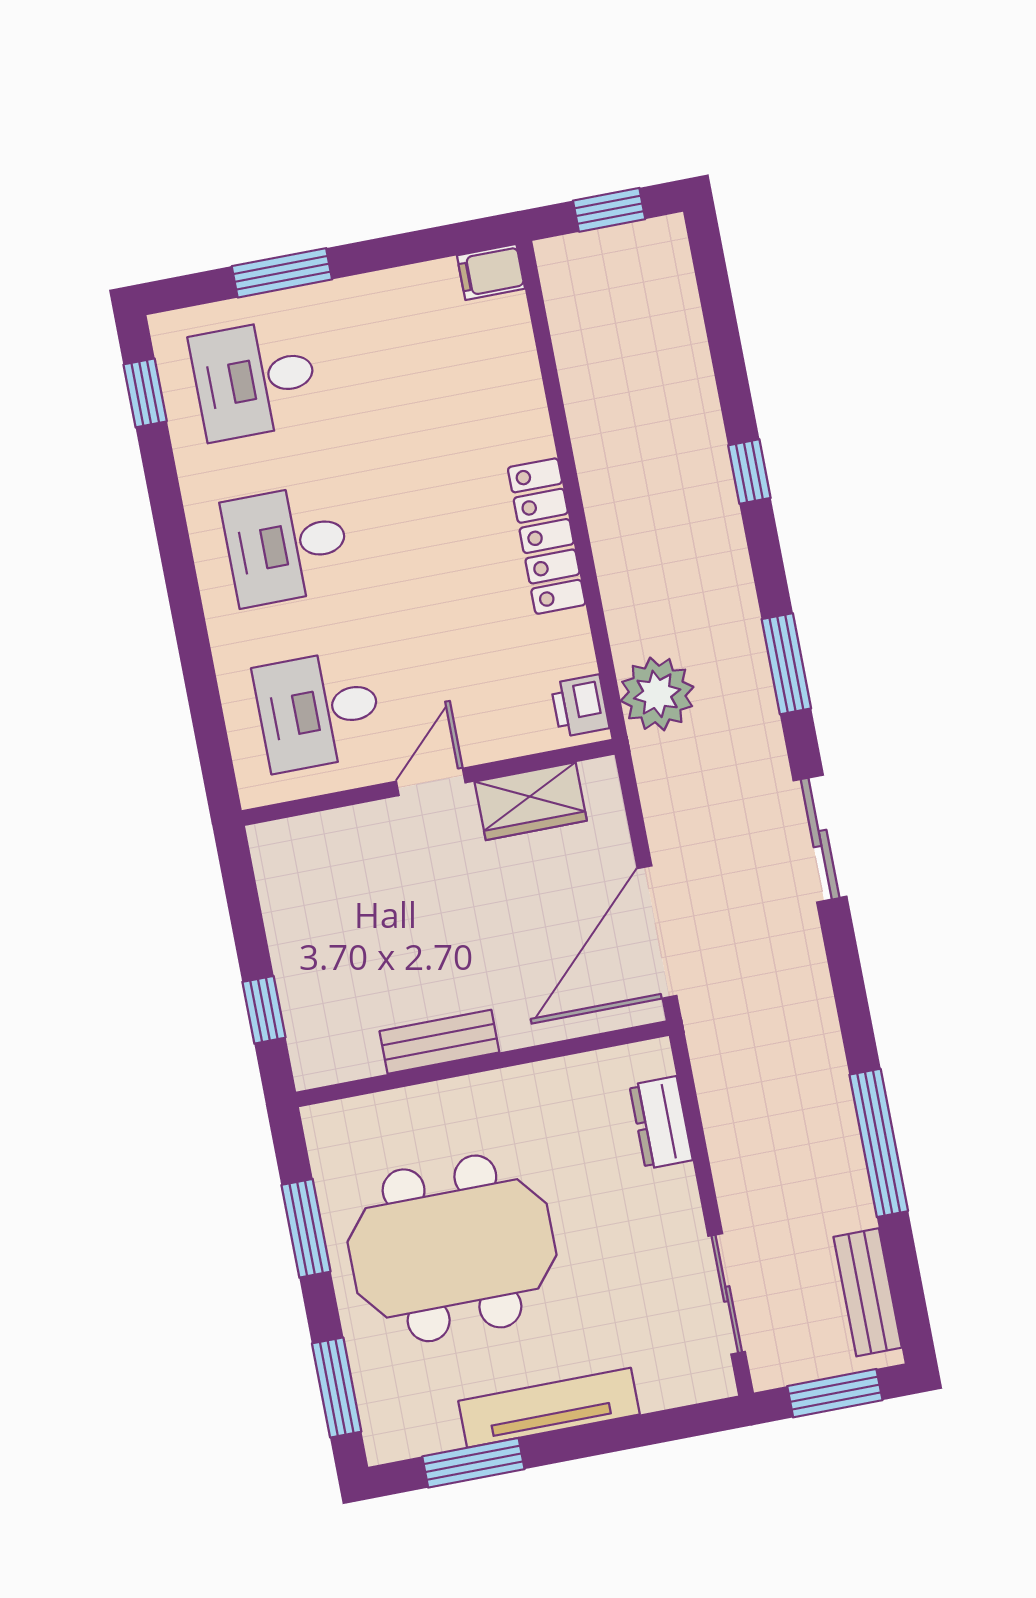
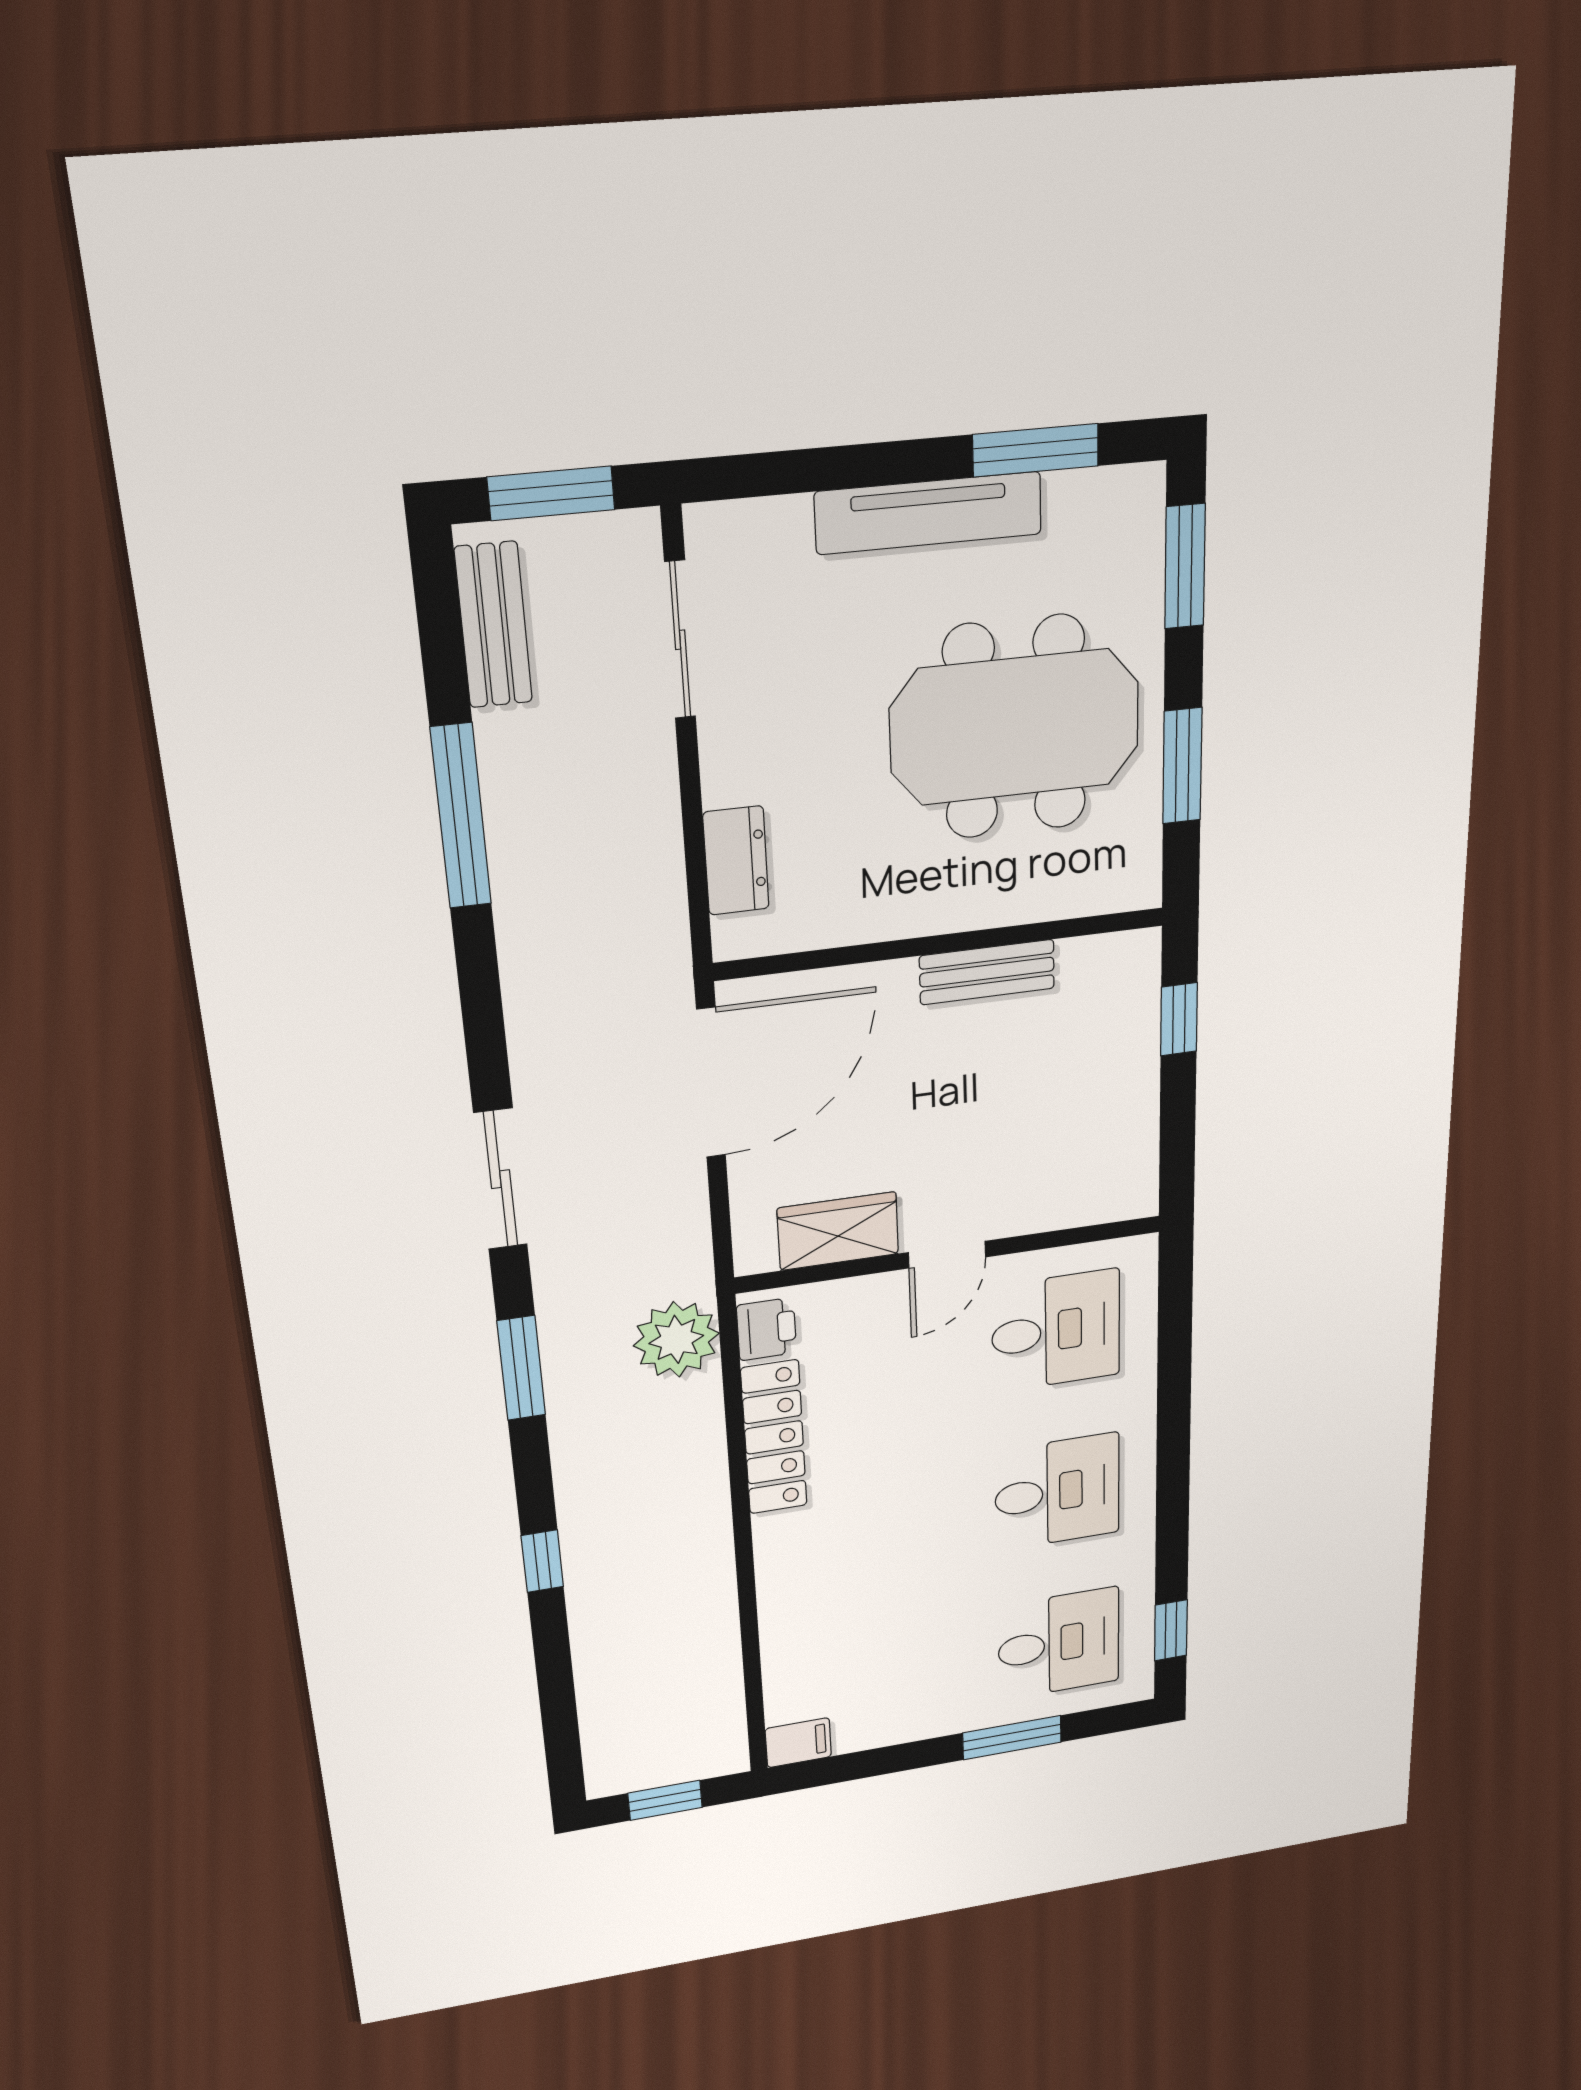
locker: (547, 536) -> (774, 1437), moved

